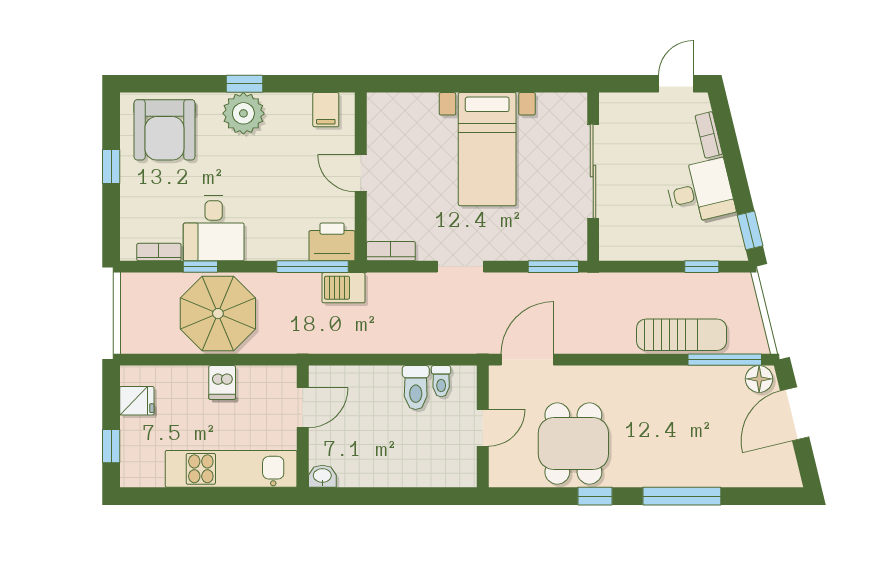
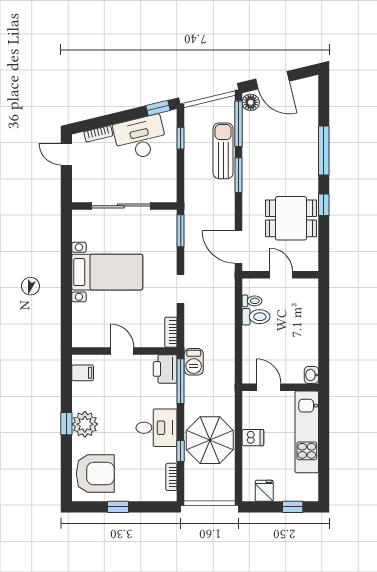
door: (361, 173) -> (122, 351), swing flipped
desk: (700, 192) -> (140, 138), width x1.37
desk: (214, 228) -> (157, 428), moved
window: (642, 360) -> (239, 175), added

